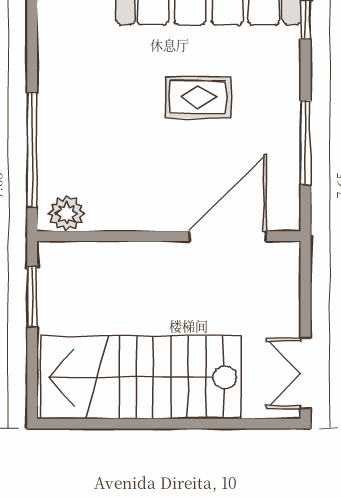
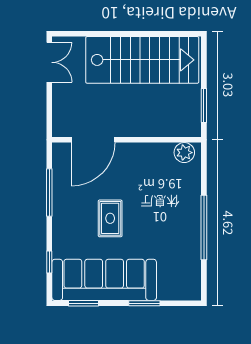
rug: (198, 97) -> (110, 218), turned 90
window: (32, 150) -> (204, 227), moved

